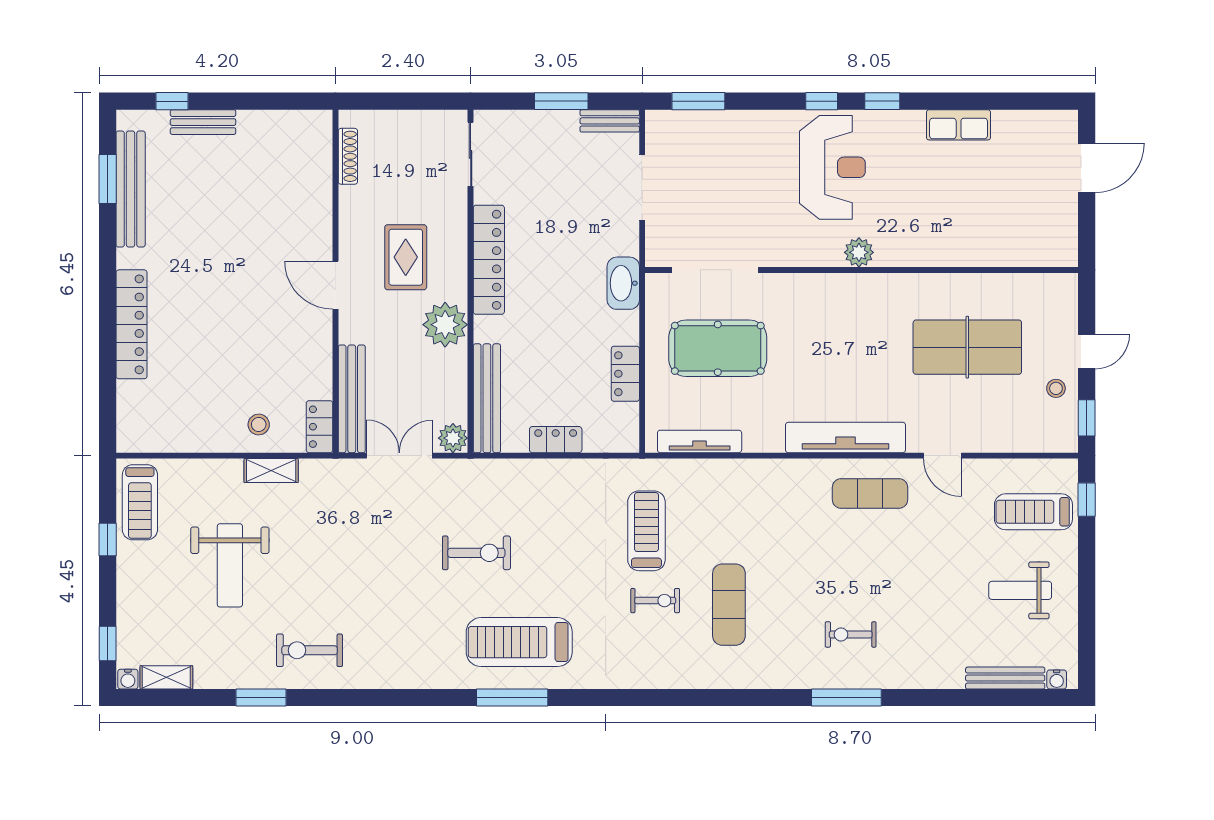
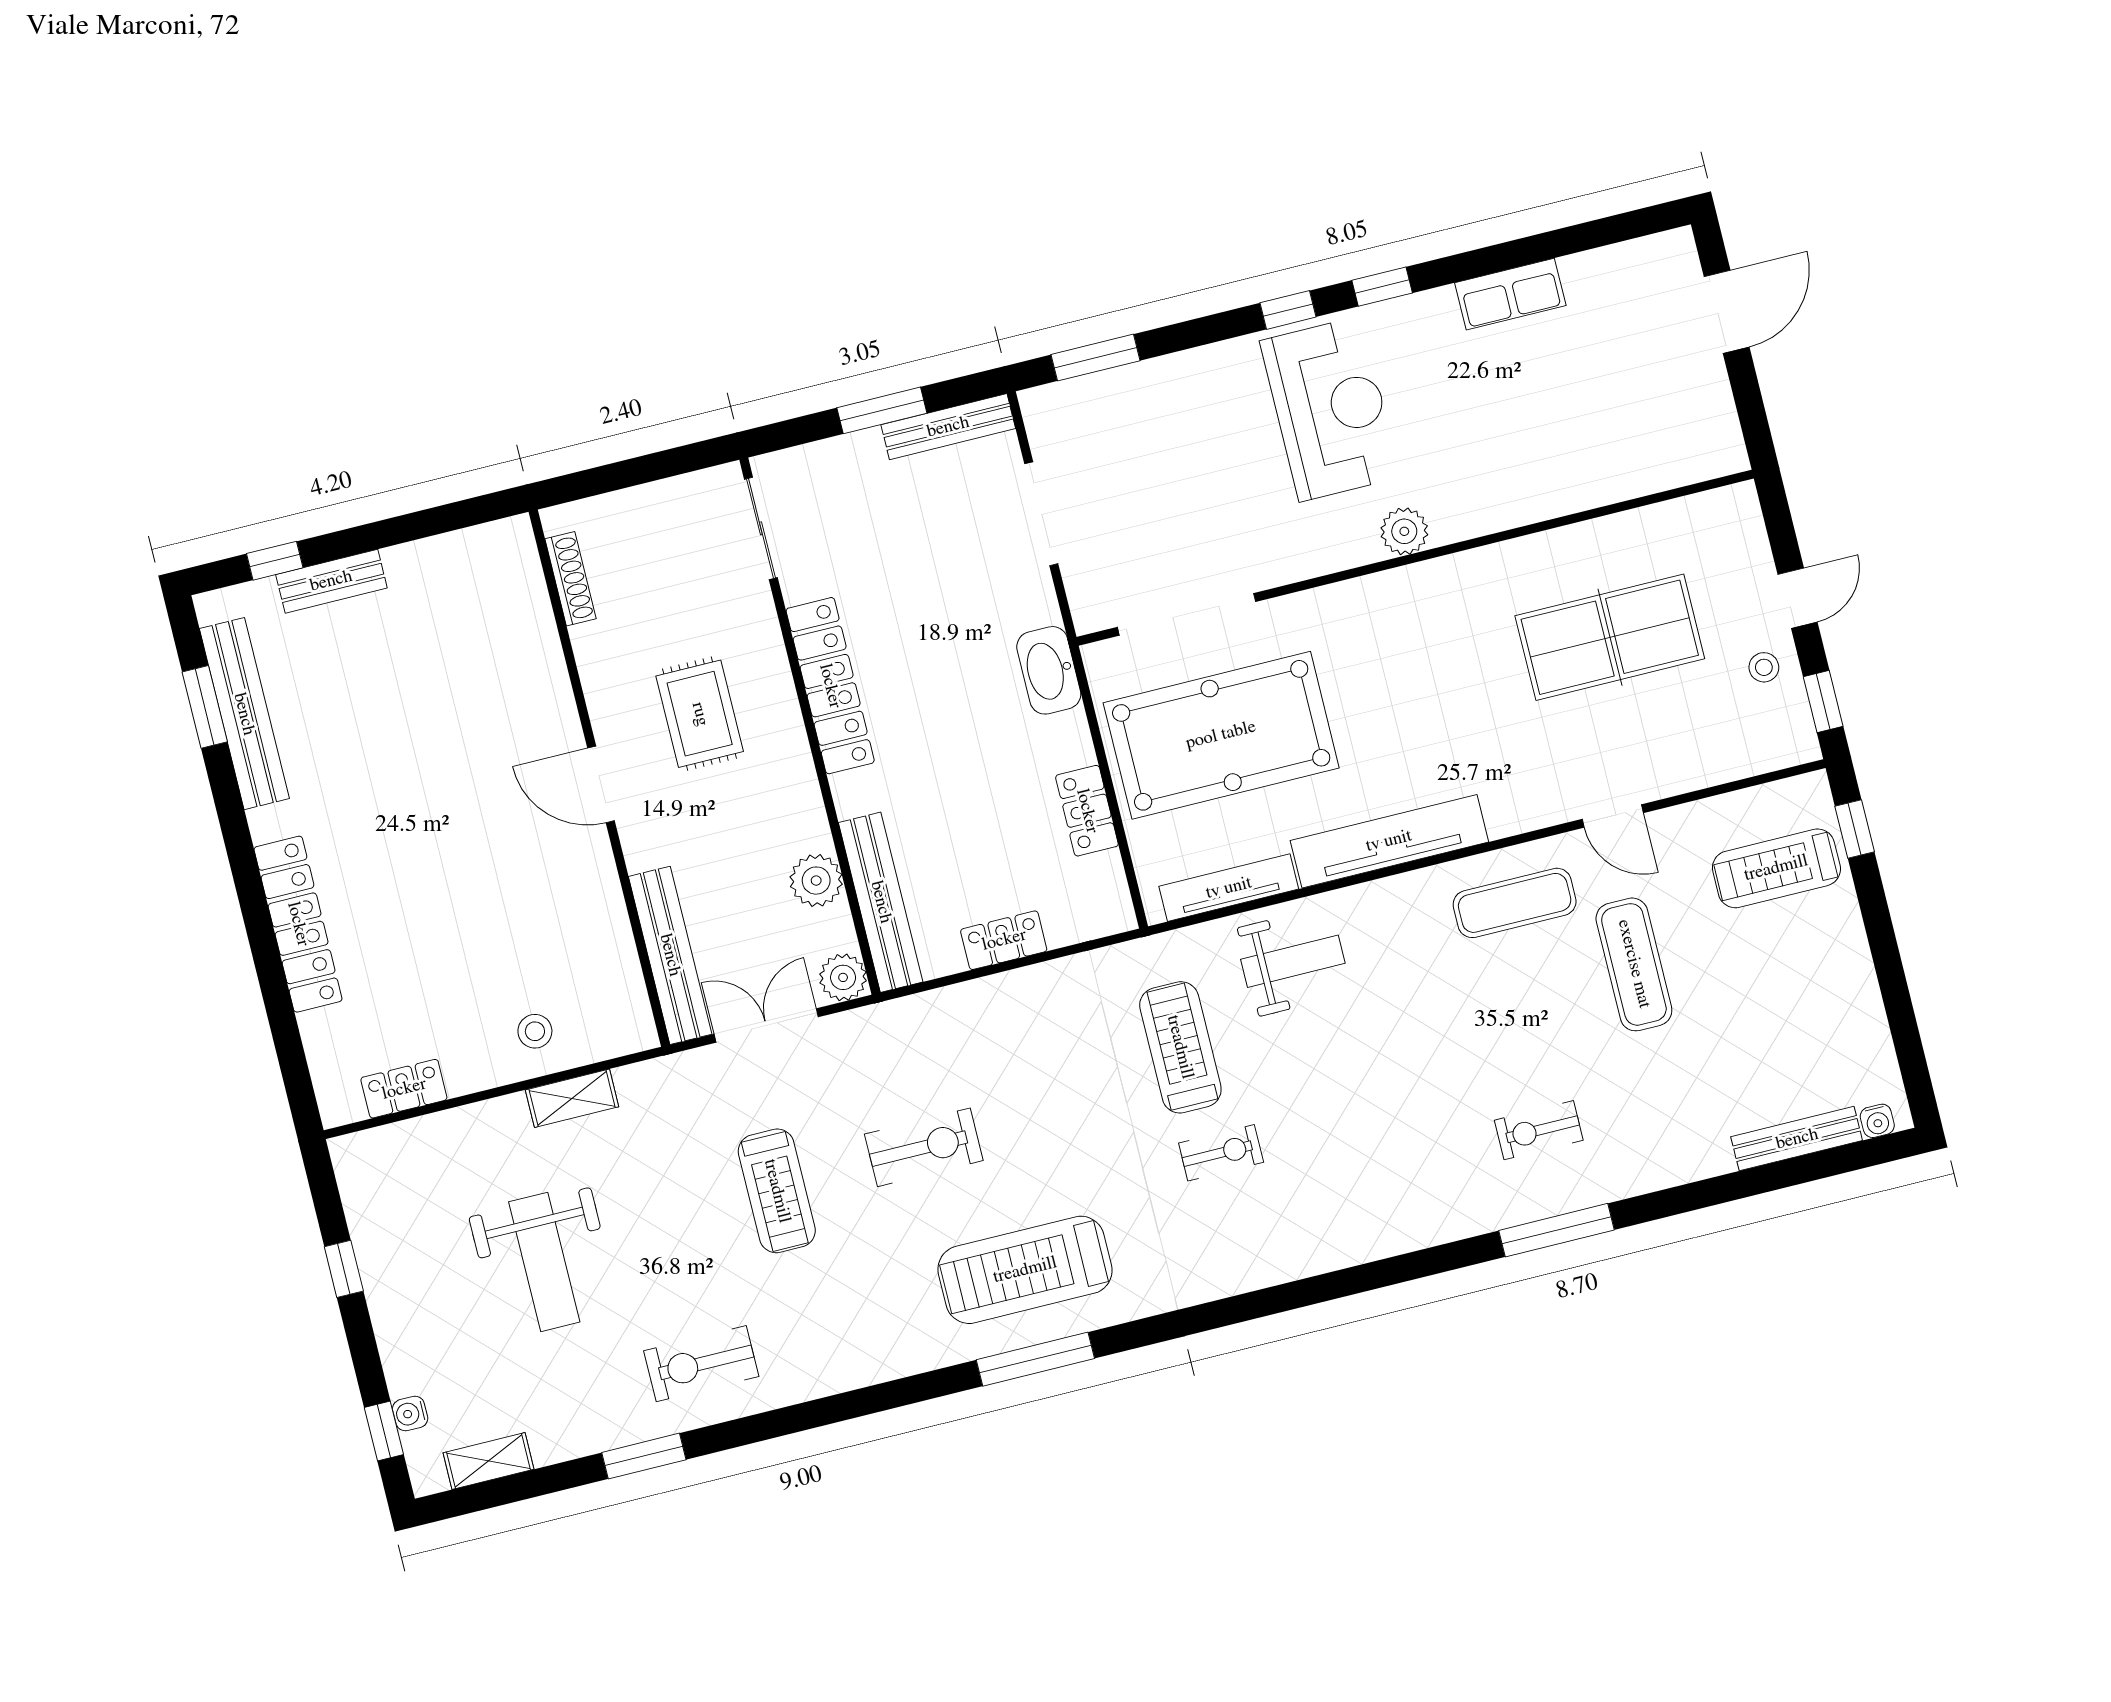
bench: (610, 121) -> (948, 427), width x1.36
plant: (445, 325) -> (816, 881), moved, width x0.73, depth x0.73
pool table: (718, 348) -> (1221, 735), width x1.36, depth x1.32
locker: (319, 427) -> (404, 1089), moved, turned 90
tv unit: (846, 437) -> (1389, 841), moved
treadmill: (140, 502) -> (777, 1191), moved
weight bench: (1020, 590) -> (1293, 961), moved, turned 180
exercise mat: (729, 605) -> (1634, 964), moved
water cooler: (128, 679) -> (410, 1414), moved, turned 90

